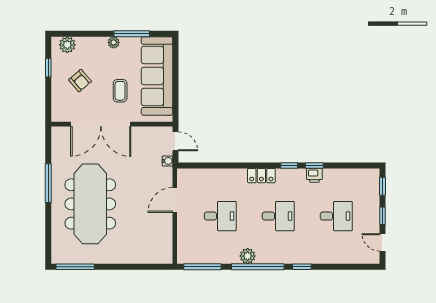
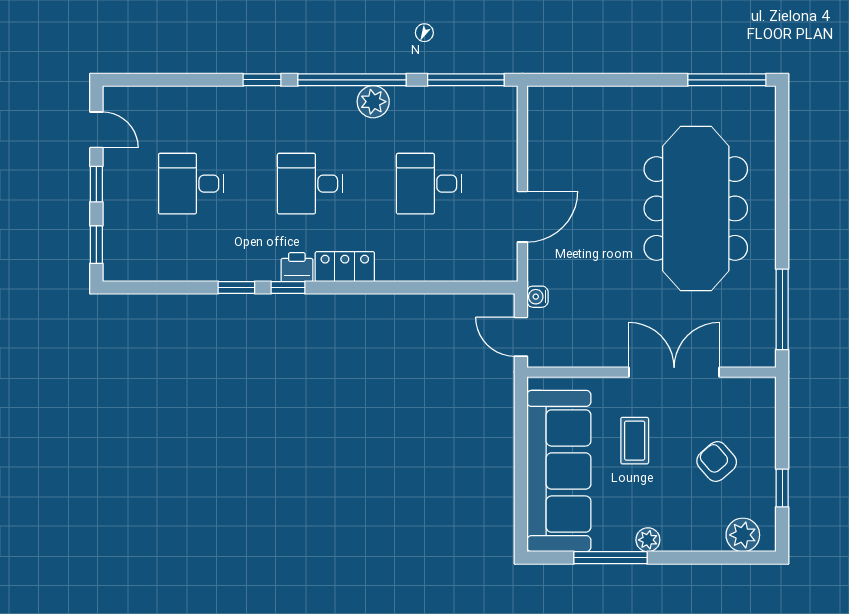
double door: (101, 124) -> (674, 372), width x0.73
printer: (314, 175) -> (297, 267), moved
window: (48, 183) -> (782, 309), moved

